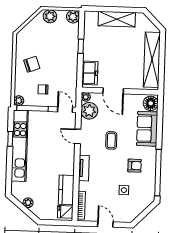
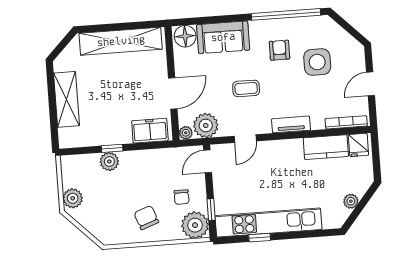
plant: (73, 17) -> (109, 162), moved
plant: (19, 101) -> (195, 225), width x1.88, depth x1.88
window: (33, 108) -> (211, 210), width x0.46
side table: (124, 190) -> (317, 62), width x1.87, depth x1.87

